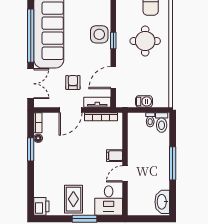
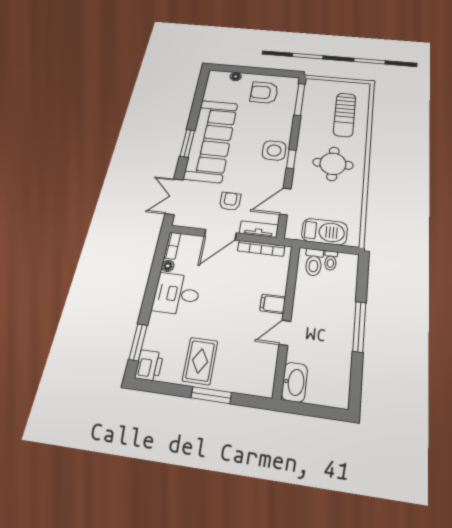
window: (31, 36) -> (187, 143), width x0.47
double door: (31, 84) -> (174, 197), swing flipped
barbecue: (144, 101) -> (325, 232), width x1.88, depth x1.53
toilet: (162, 122) -> (314, 262), moved
window: (31, 149) -> (138, 342), moved
desk: (109, 201) -> (177, 294), moved, turned 90
washbasin: (162, 202) -> (295, 382), moved, turned 180

